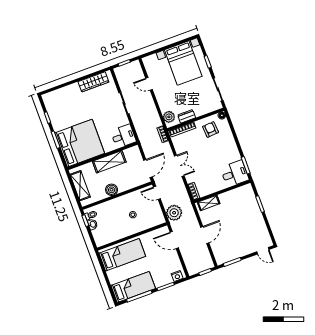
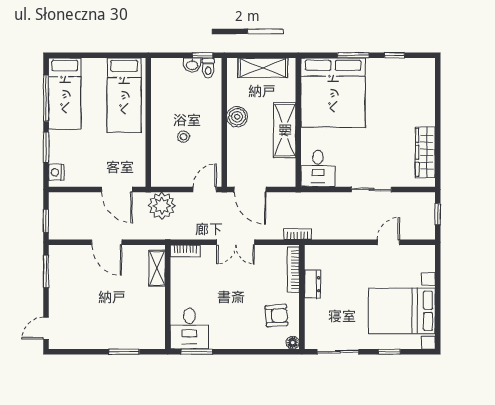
plant: (169, 117) -> (322, 255), removed
door: (174, 240) -> (117, 189), swing flipped

